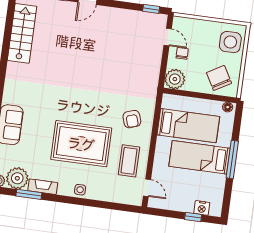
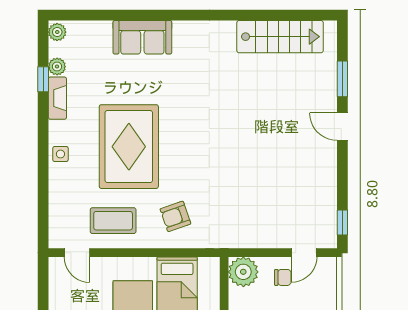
plant: (17, 178) -> (57, 67), width x0.53, depth x0.53
door: (147, 188) -> (77, 253), hinge flipped
window: (29, 194) -> (43, 79), width x0.67

